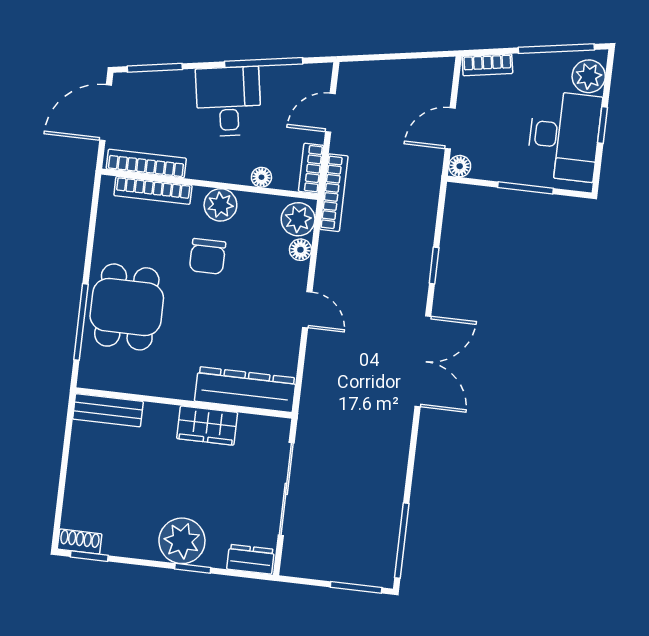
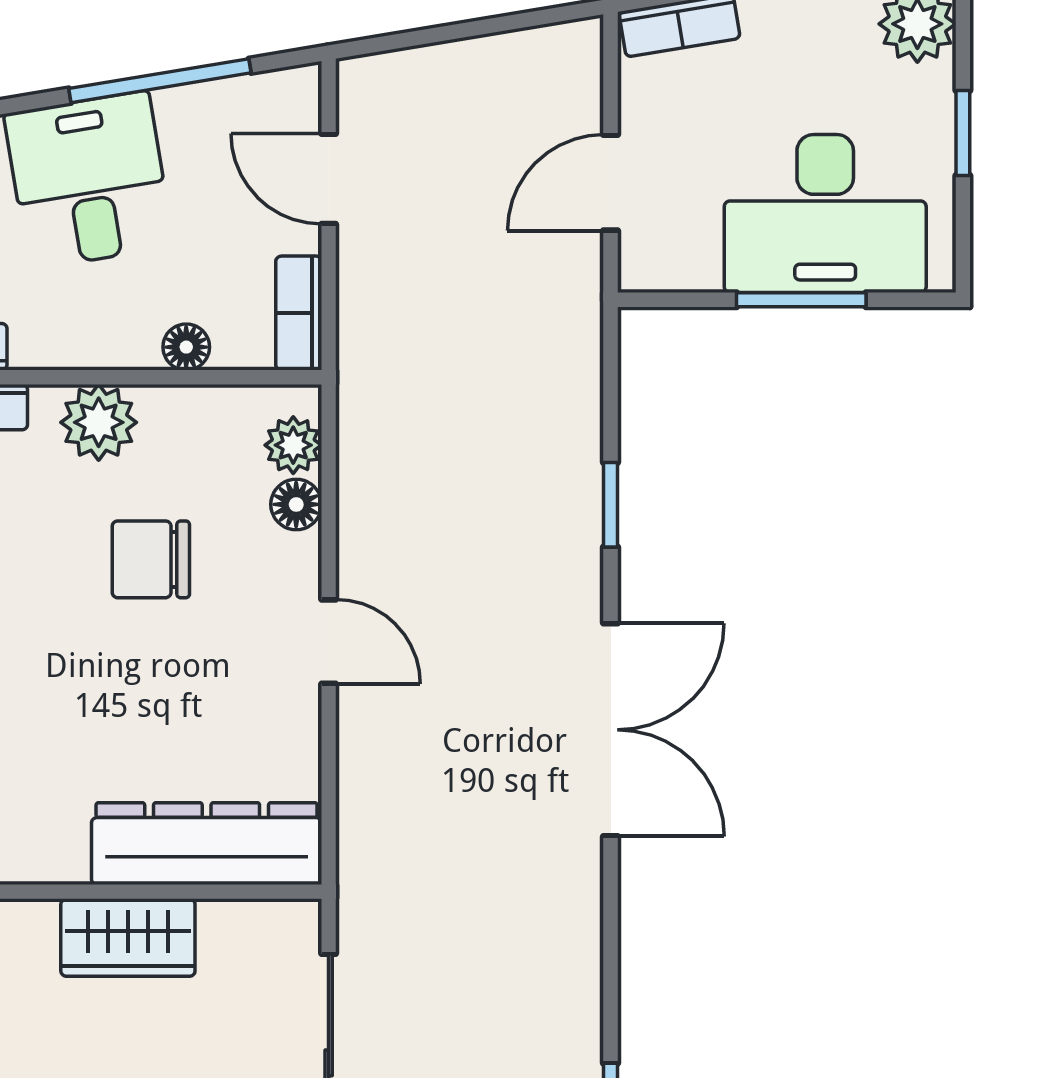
door: (330, 113) -> (329, 179), hinge flipped
desk: (564, 136) -> (825, 213), moved, turned 90
floor lamp: (460, 166) -> (643, 267), removed
bookcase: (334, 193) -> (358, 363), removed
plant: (298, 219) -> (293, 445), width x0.73, depth x0.73
chair: (208, 256) -> (151, 559), moved, turned 90

